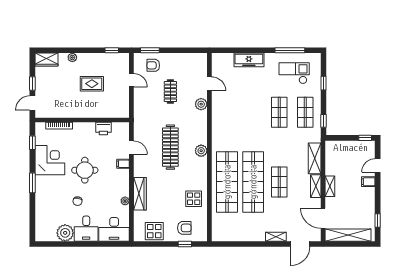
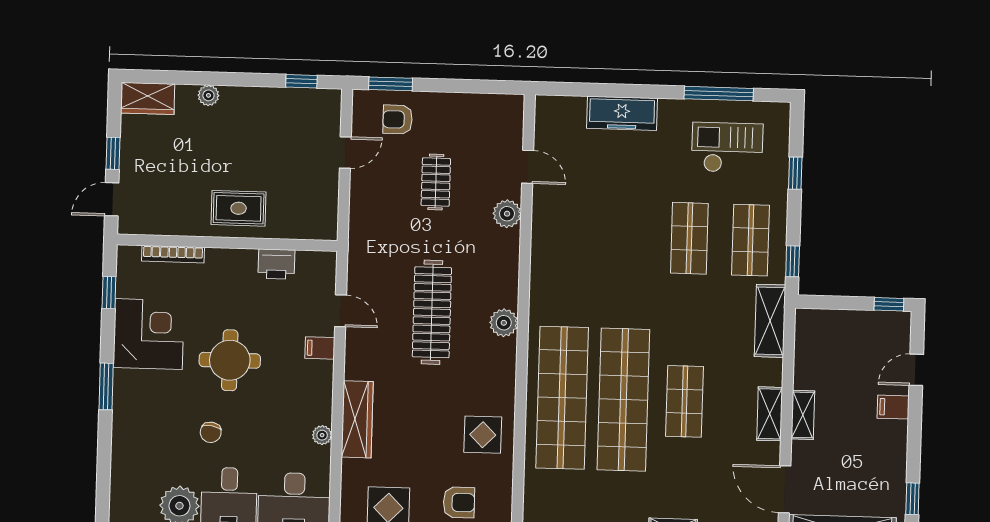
door: (131, 80) -> (345, 152), hinge flipped
rug: (92, 84) -> (239, 208), moved
shelving: (315, 158) -> (770, 321), moved

